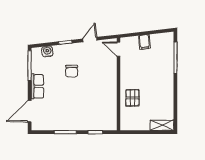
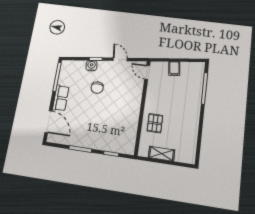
door: (90, 40) -> (120, 59), hinge flipped
water cooler: (47, 52) -> (91, 66), moved
door: (30, 111) -> (48, 122), swing flipped
shelving: (162, 125) -> (162, 154), moved

